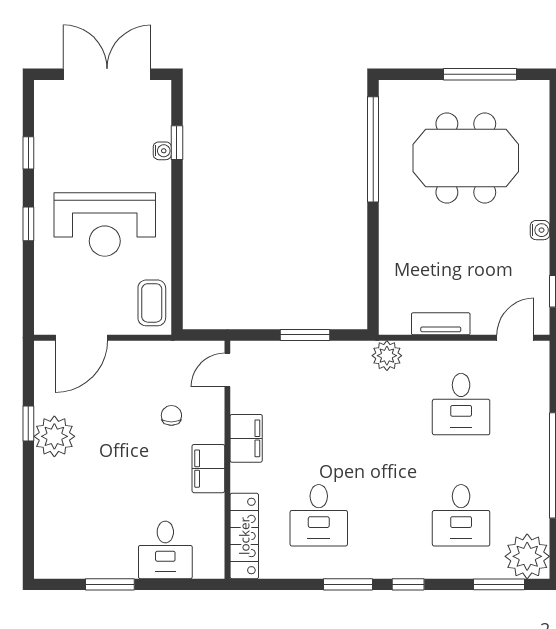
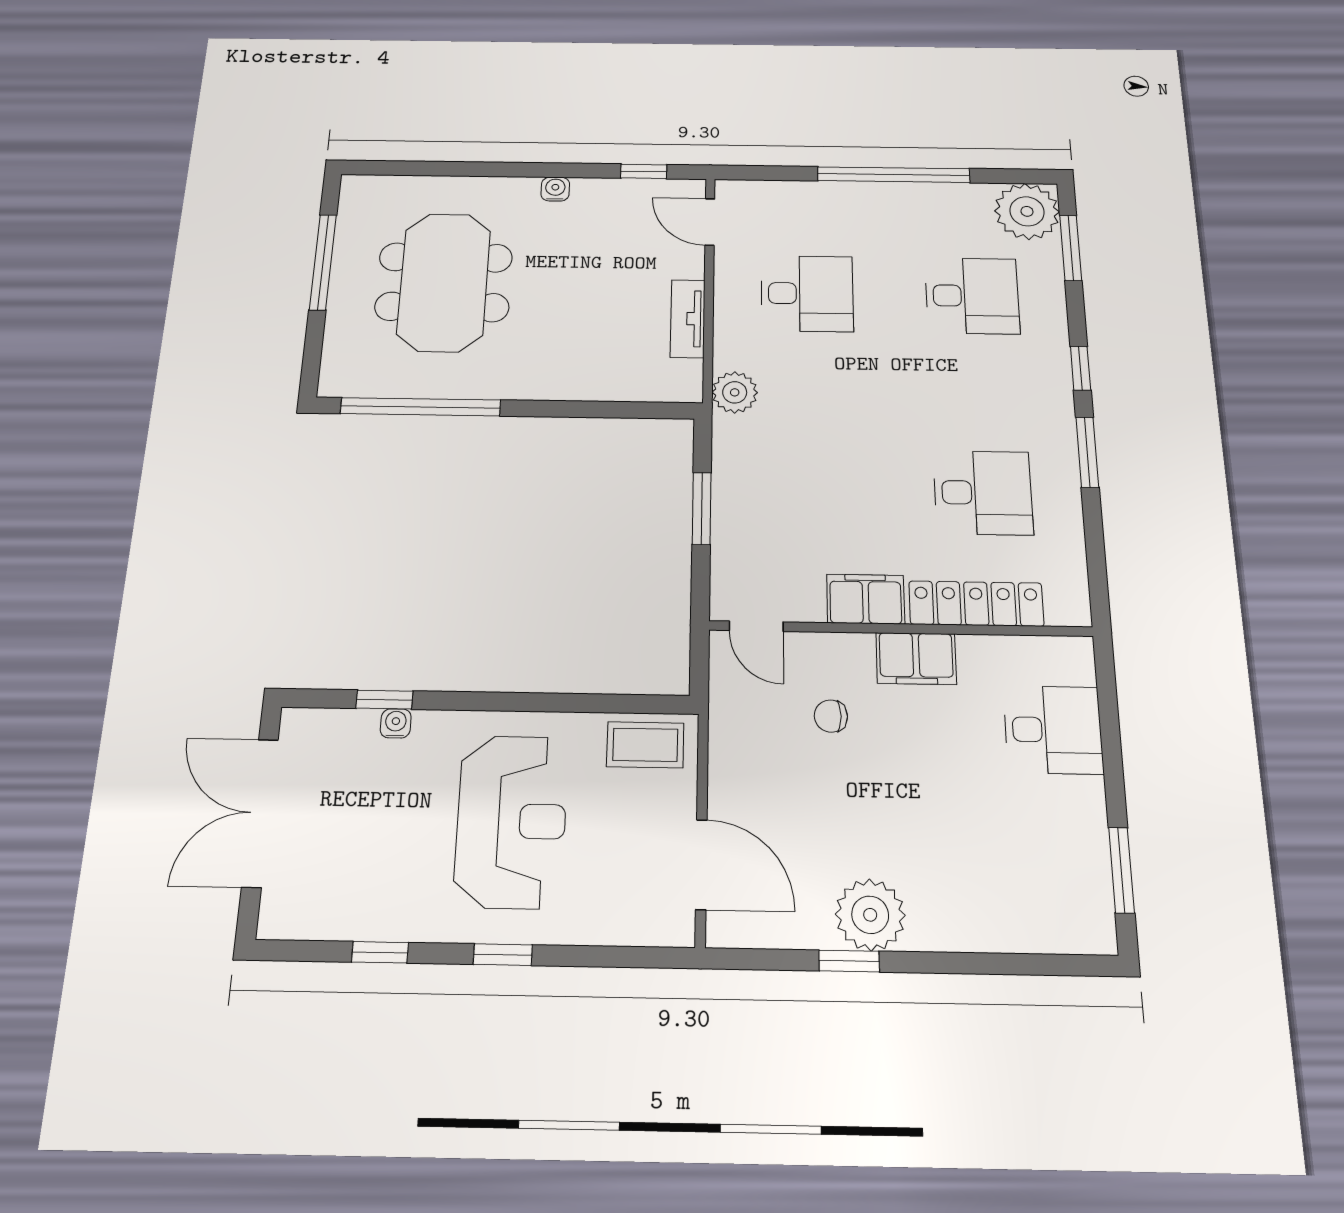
locker: (244, 536) -> (976, 604), moved
window: (110, 584) -> (1121, 870), moved

